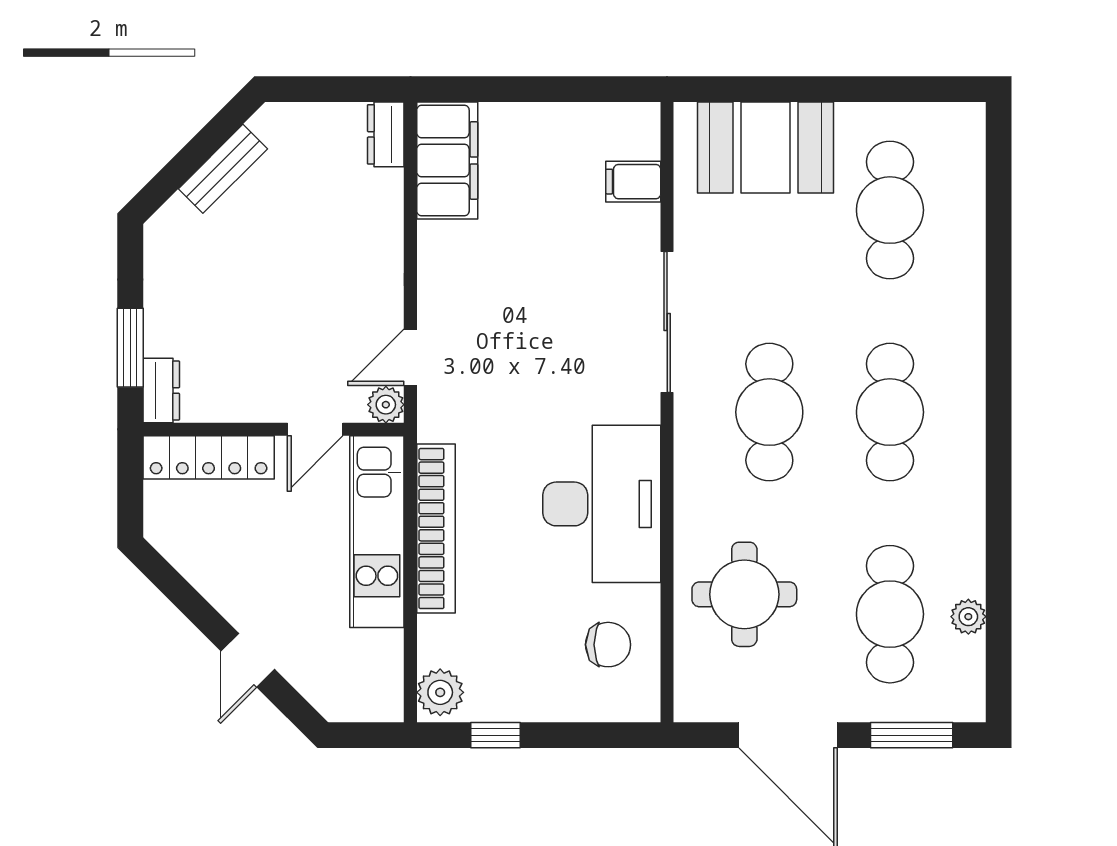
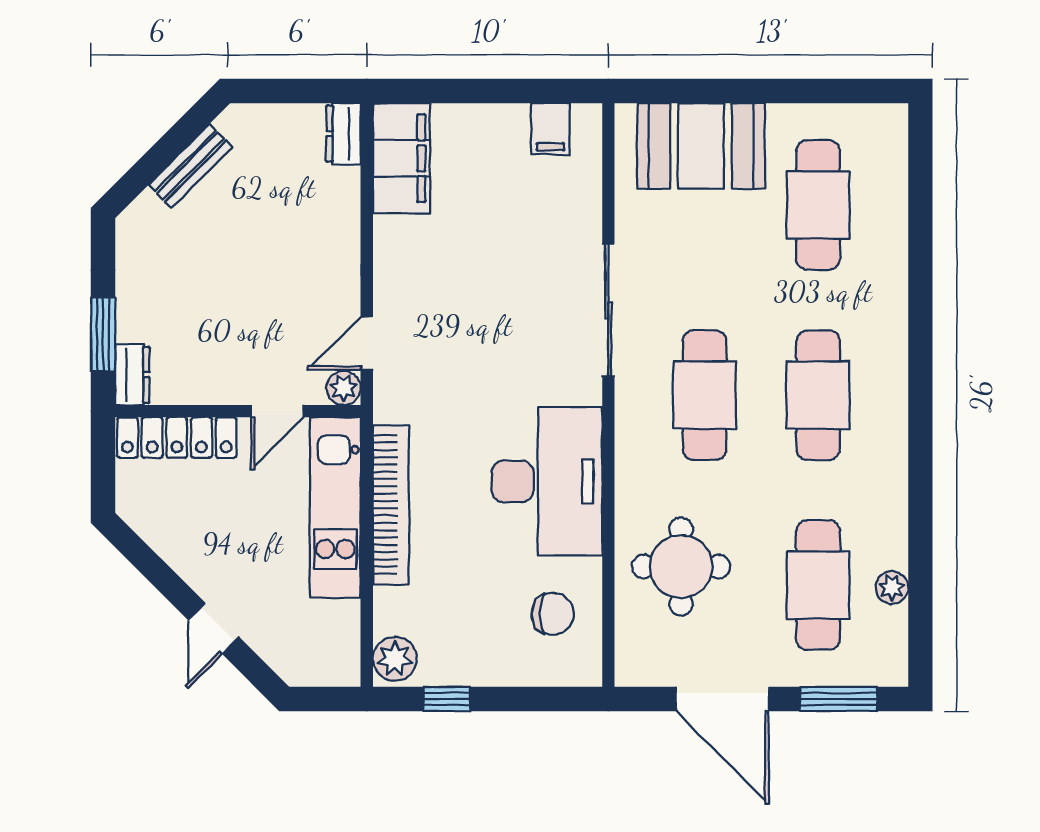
filing cabinet: (633, 182) -> (550, 129), moved, turned -90

